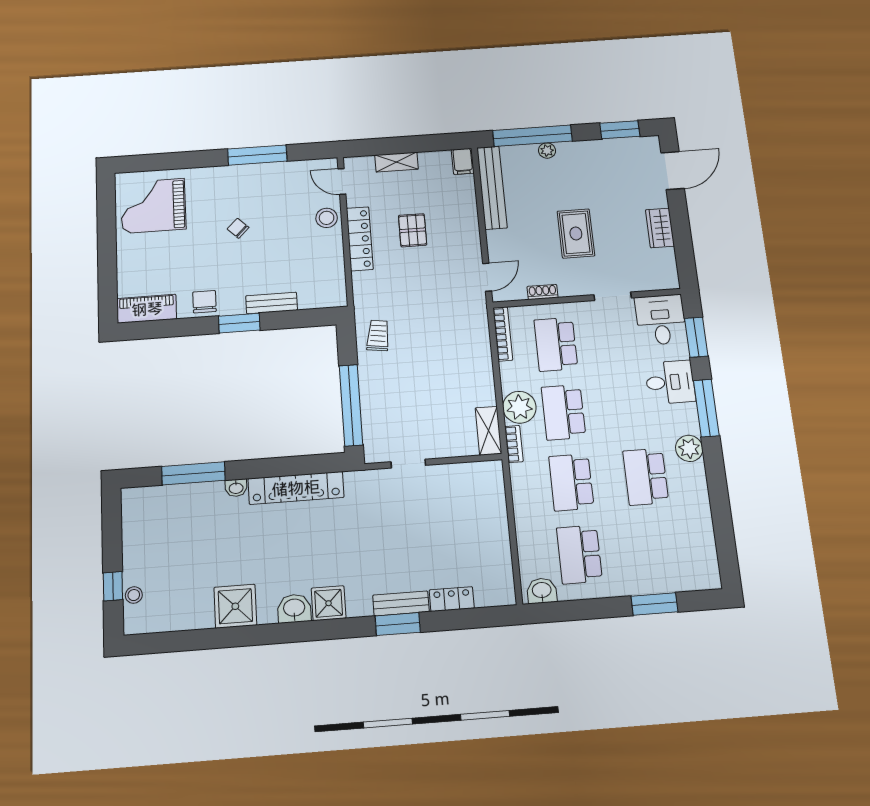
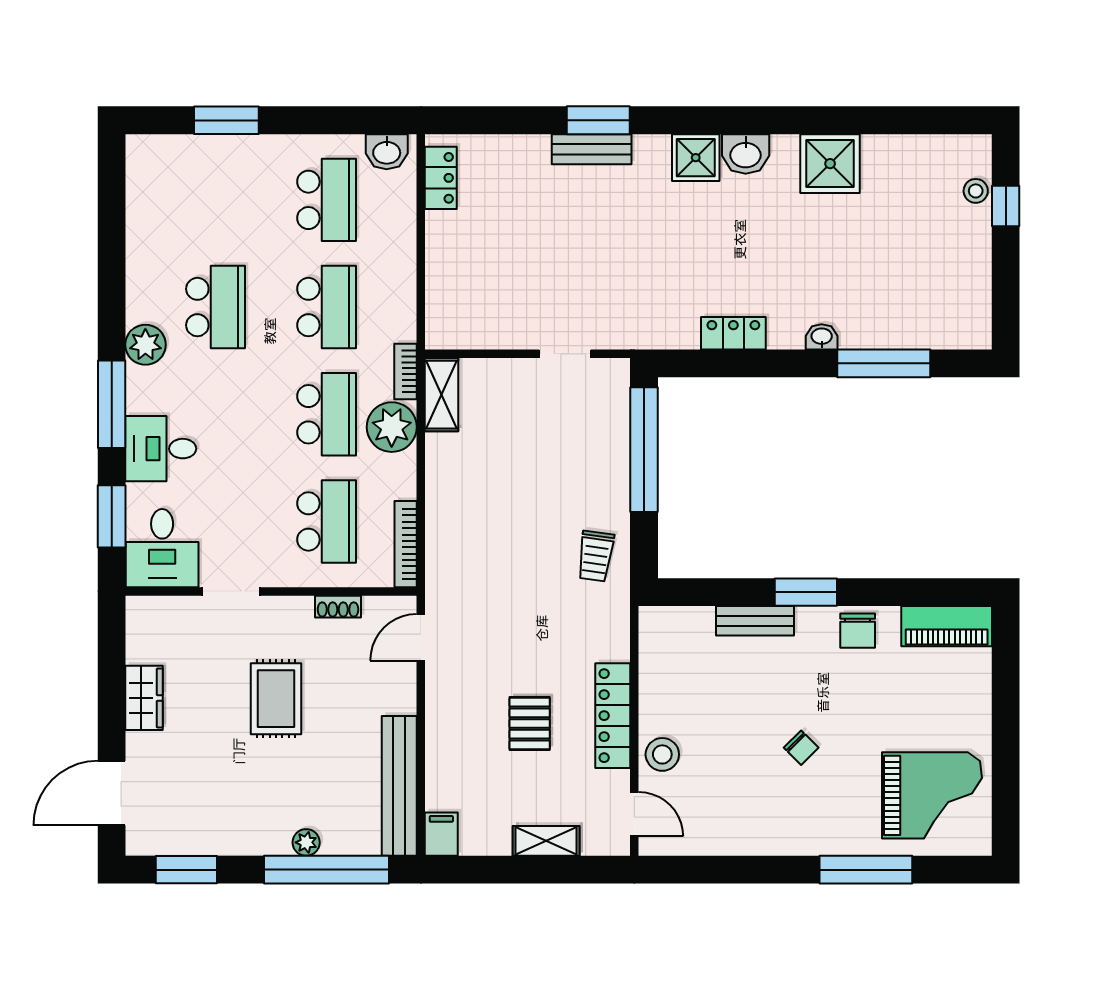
window: (257, 155) -> (866, 870), moved
locker: (296, 488) -> (733, 333), width x0.46, depth x0.83
locker: (452, 599) -> (441, 178), moved, turned -90

